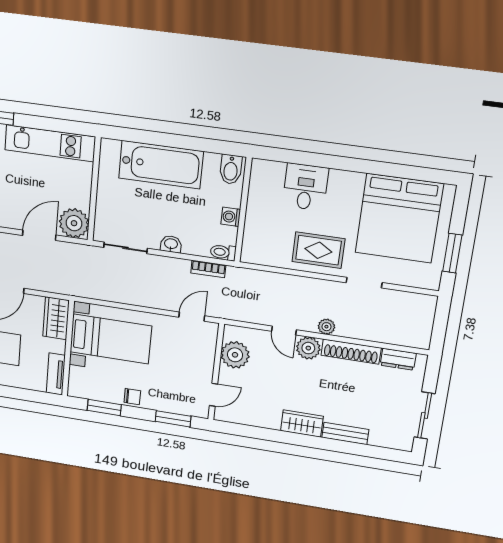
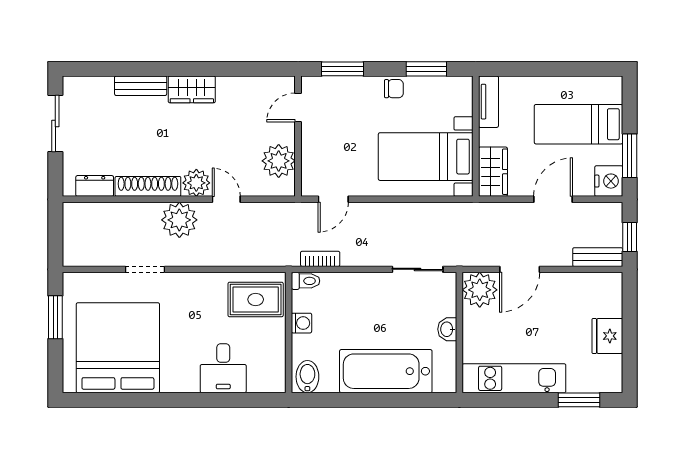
washbasin: (171, 244) -> (447, 329), moved, turned 90
rug: (318, 250) -> (256, 299), moved
plant: (326, 327) -> (179, 220), width x1.87, depth x1.87
chair: (132, 397) -> (394, 89), turned 180

